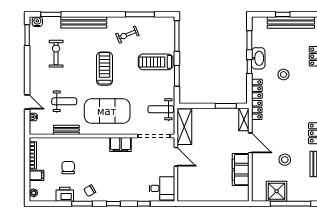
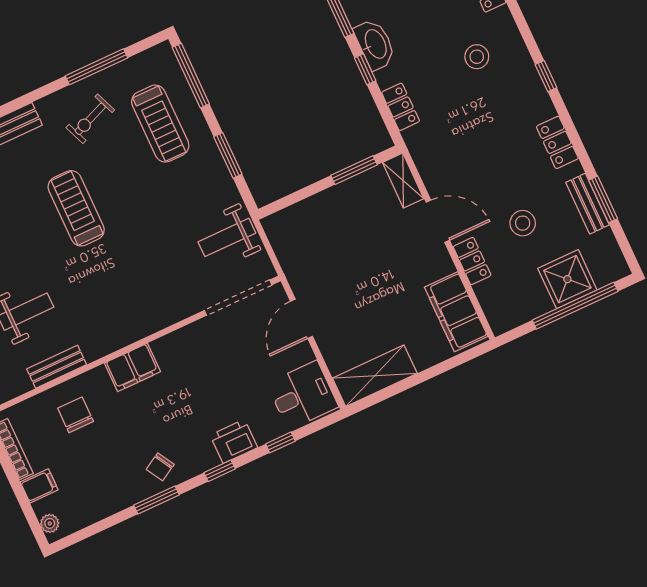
treadmill: (156, 62) -> (160, 124), moved, turned -90
stool: (284, 75) -> (477, 57), moved
locker: (257, 110) -> (472, 261), moved
exercise mat: (107, 111) -> (121, 291), removed
shelving: (184, 127) -> (375, 376), moved, turned 90
filing cabinet: (120, 145) -> (132, 367), moved
door: (176, 157) -> (301, 319), swing flipped
chair: (68, 168) -> (76, 415), moved
filing cabinet: (241, 170) -> (456, 312), moved
shower: (277, 191) -> (567, 279), moved
printer: (65, 194) -> (234, 441), moved

